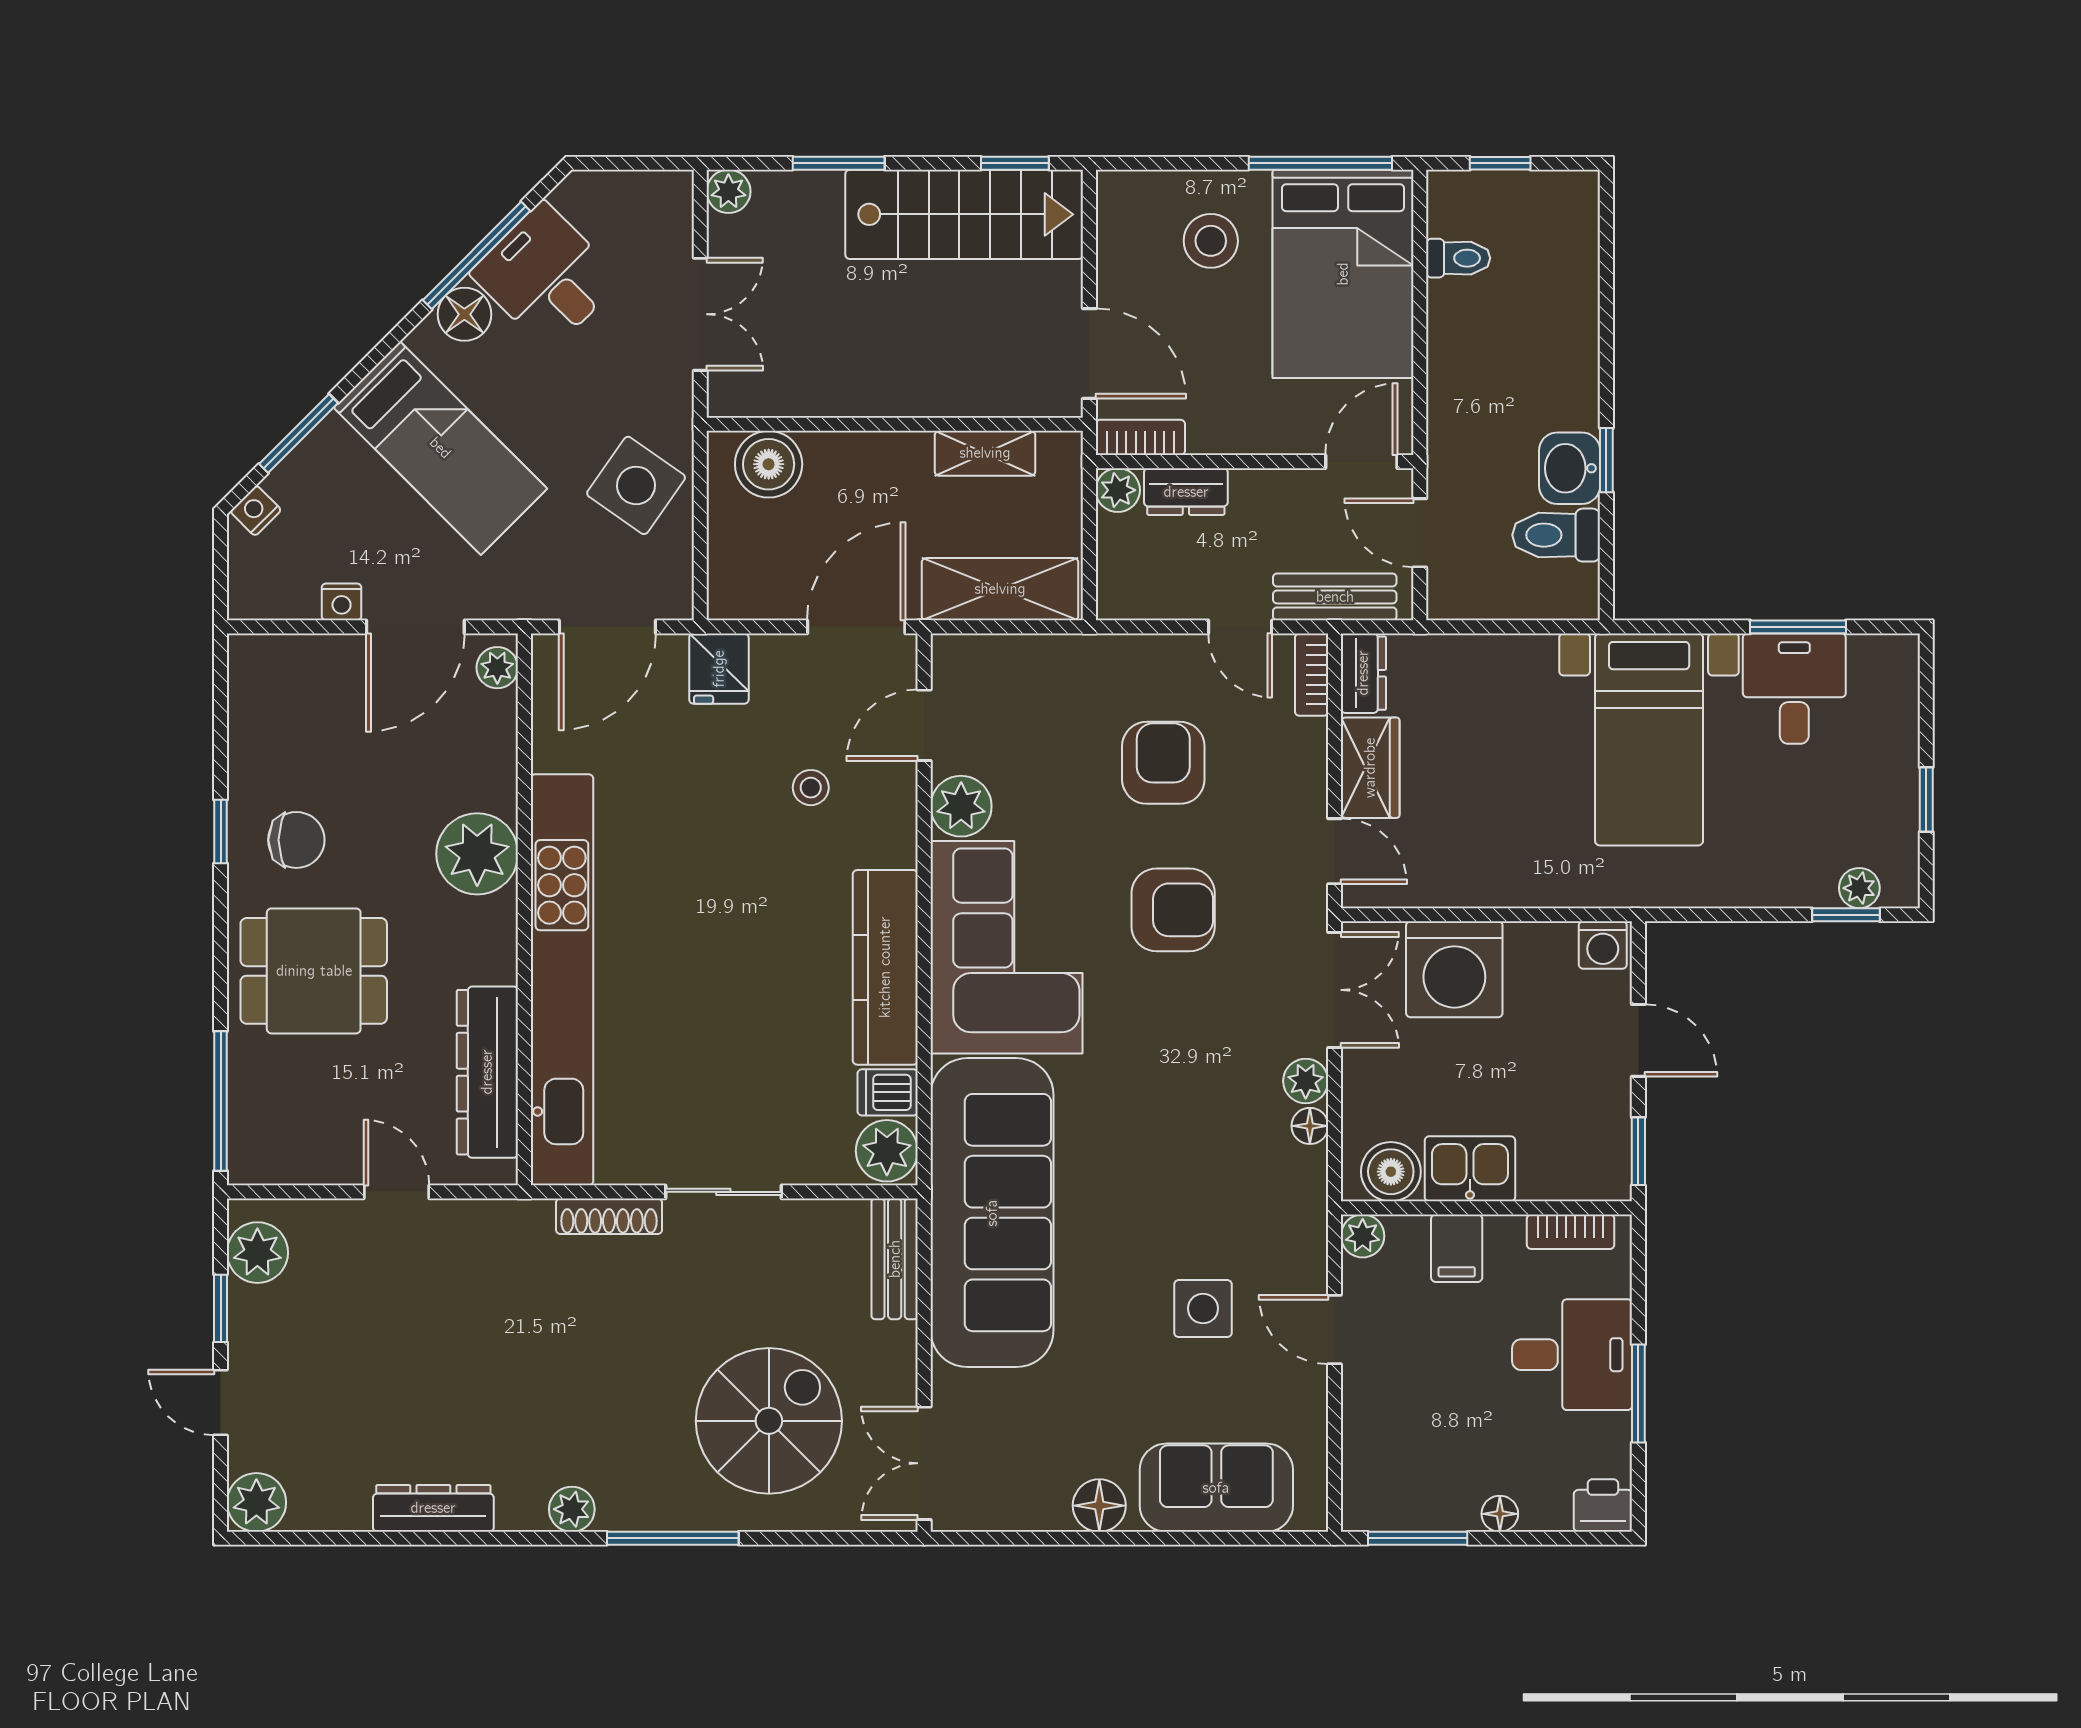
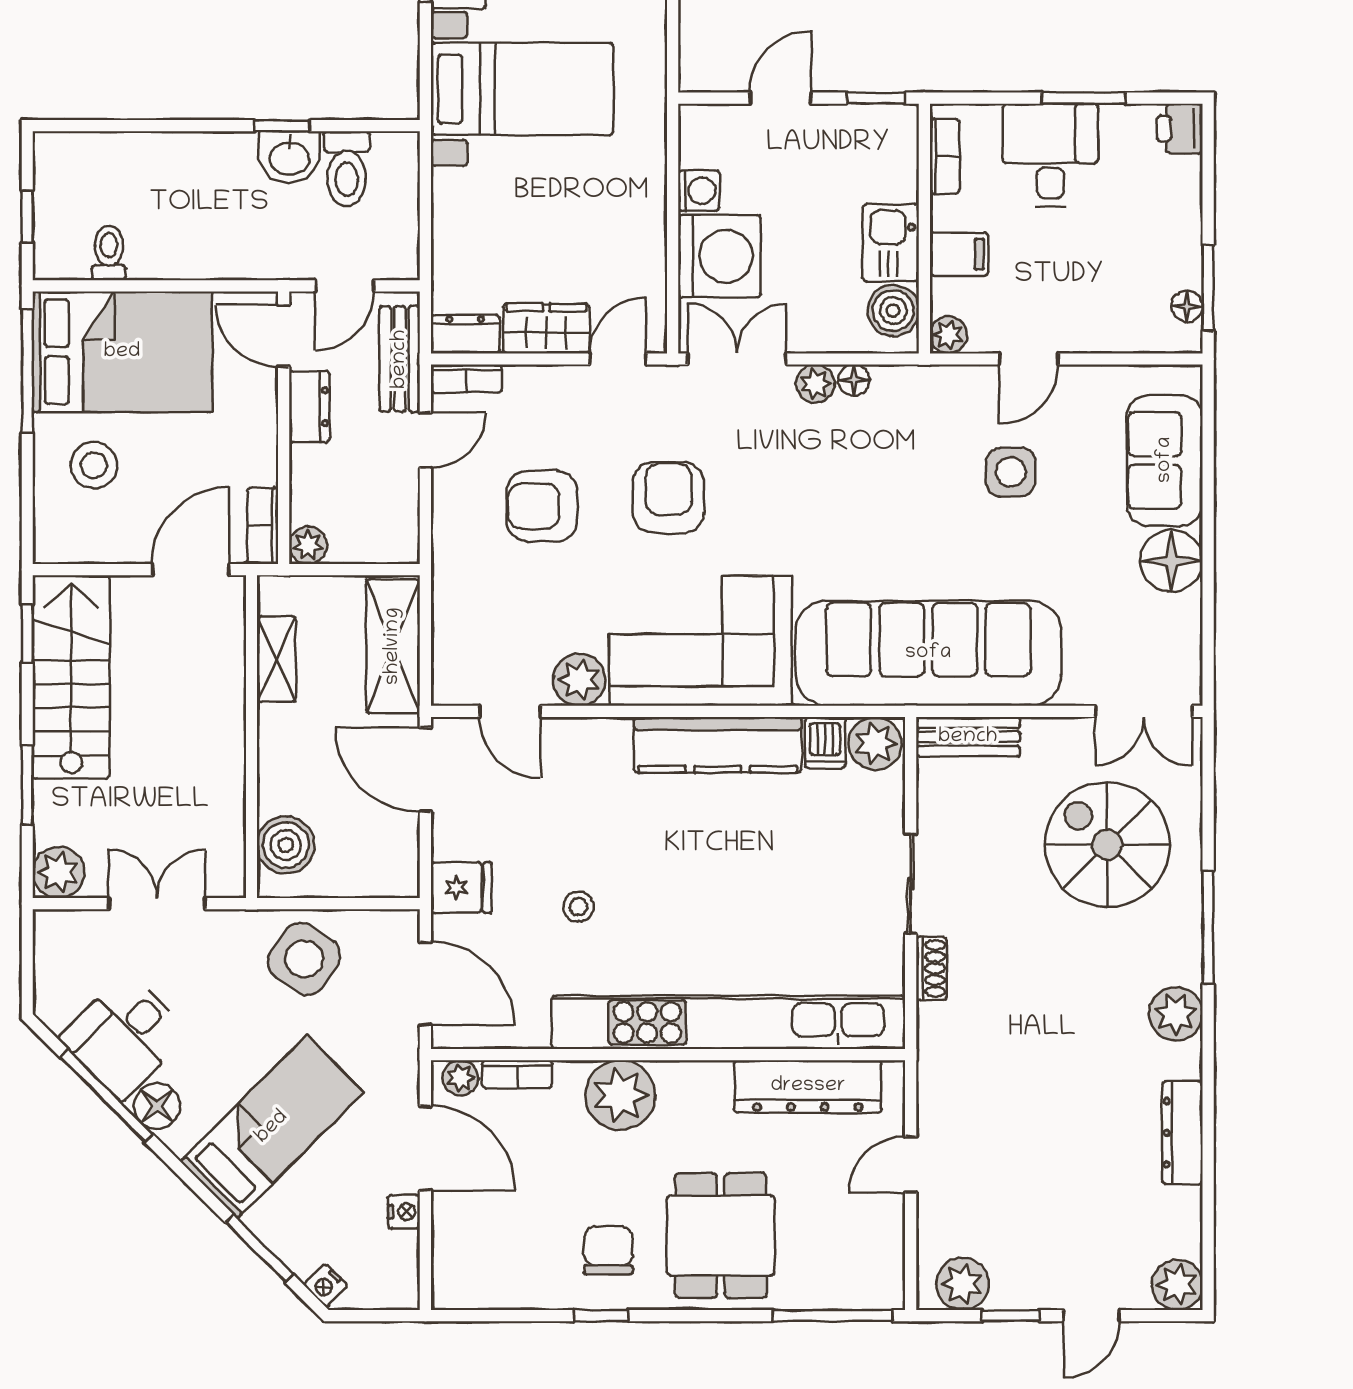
plant: (728, 191) -> (59, 872), width x1.38, depth x1.38
dresser: (1186, 492) -> (309, 407), moved
bookcase: (502, 734) -> (517, 1074), added
stool: (811, 788) -> (578, 907), moved
washing machine: (1603, 945) -> (699, 191), moved
shoe rack: (609, 1216) -> (931, 968), width x0.70
floor lamp: (1099, 1506) -> (1171, 561), width x1.38, depth x1.38
plant: (572, 1509) -> (1176, 1014), width x1.38, depth x1.38
floor lamp: (1500, 1514) -> (1187, 306), moved

